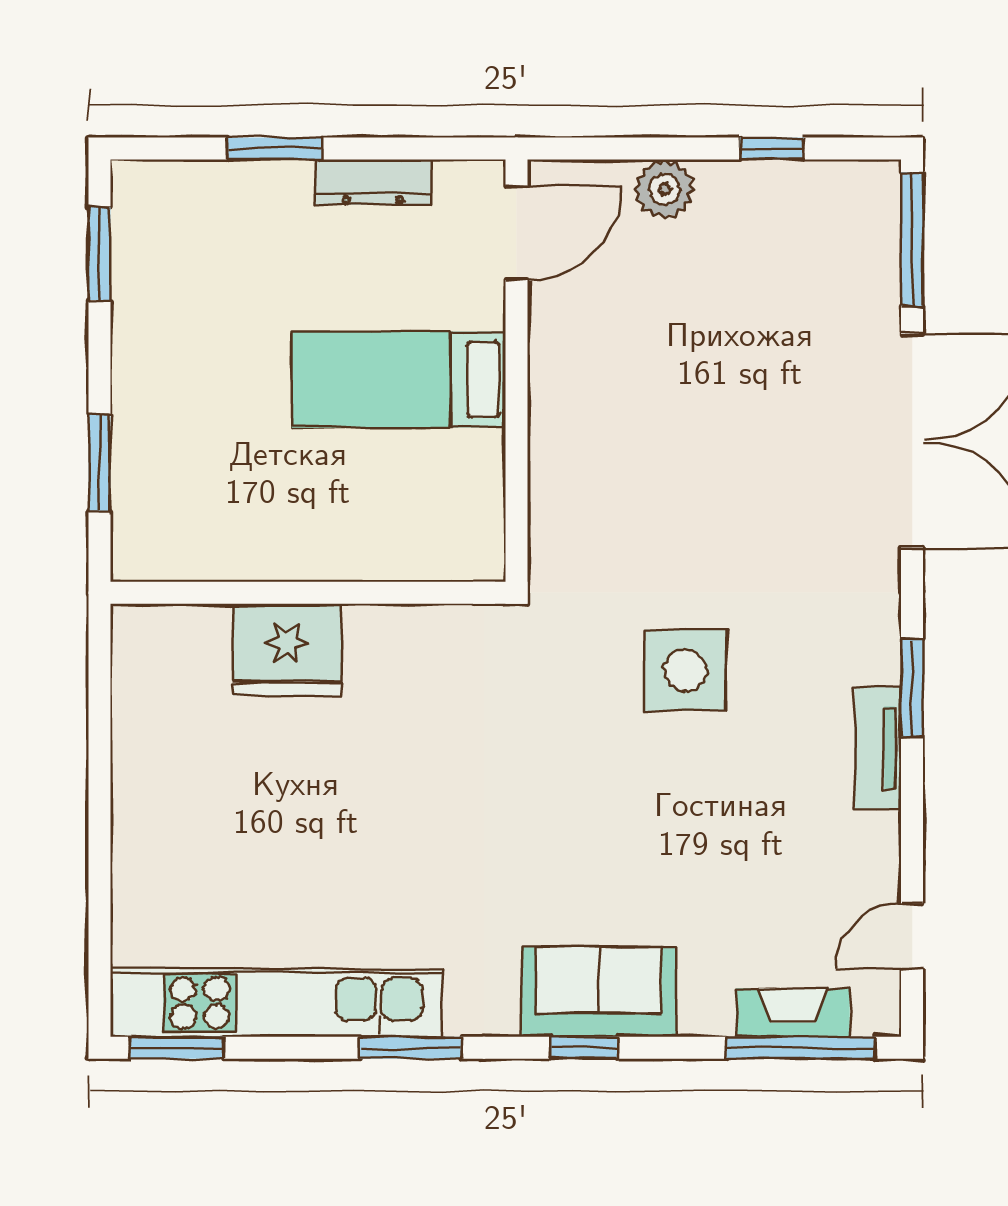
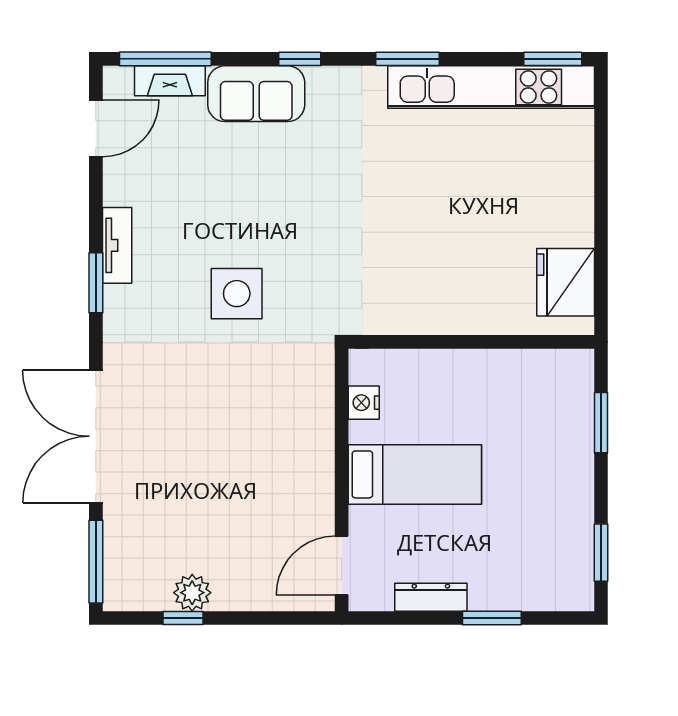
plant: (664, 189) -> (192, 593), moved
nightstand: (481, 495) -> (364, 403), added
fridge: (287, 650) -> (566, 282), moved, turned -90
door: (912, 936) -> (96, 128), width x1.38
sofa: (599, 992) -> (256, 94), moved

